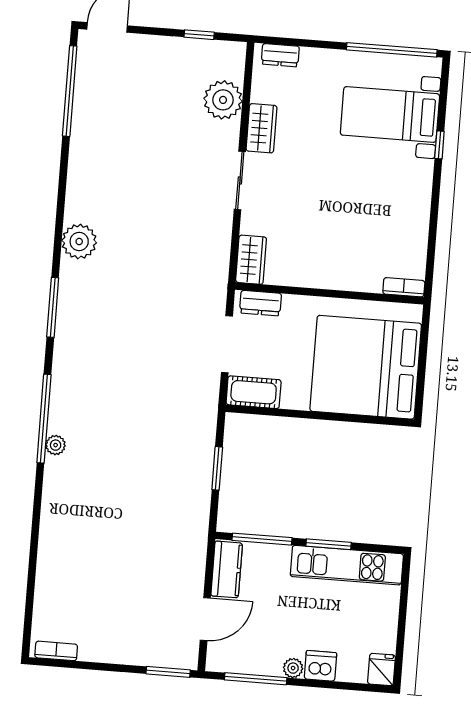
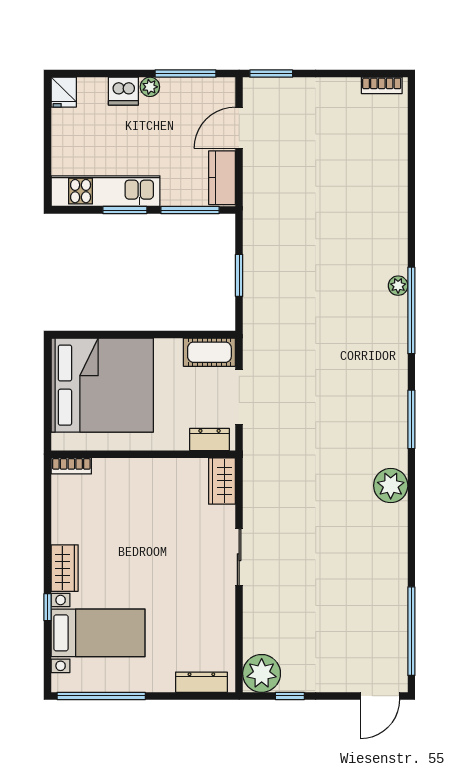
dresser: (280, 55) -> (201, 682), width x1.44
plant: (223, 100) -> (262, 673), moved
wardrobe: (261, 128) -> (65, 568), moved, turned 180

